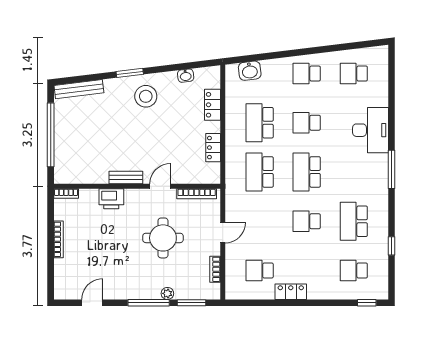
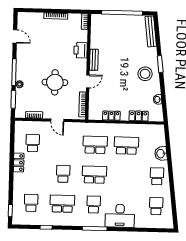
washbasin: (250, 71) -> (161, 154), moved
school desk: (307, 123) -> (94, 205), moved
door: (160, 186) -> (88, 81), hinge flipped

